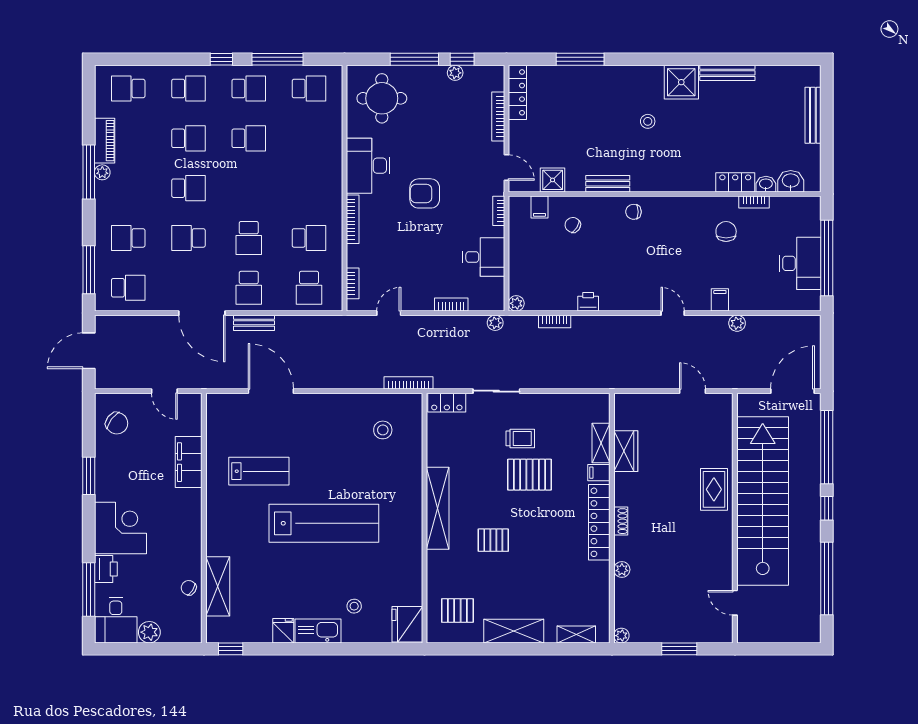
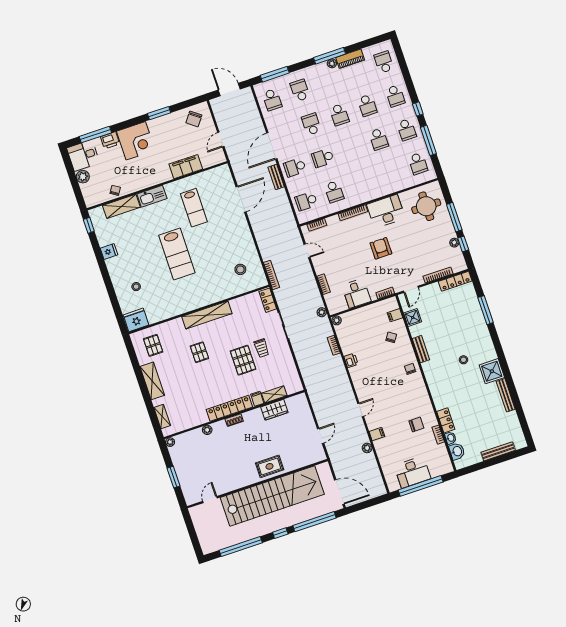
lab bench: (324, 523) -> (177, 254), width x0.73
kitchen sink: (318, 631) -> (152, 196), moved, turned 90

